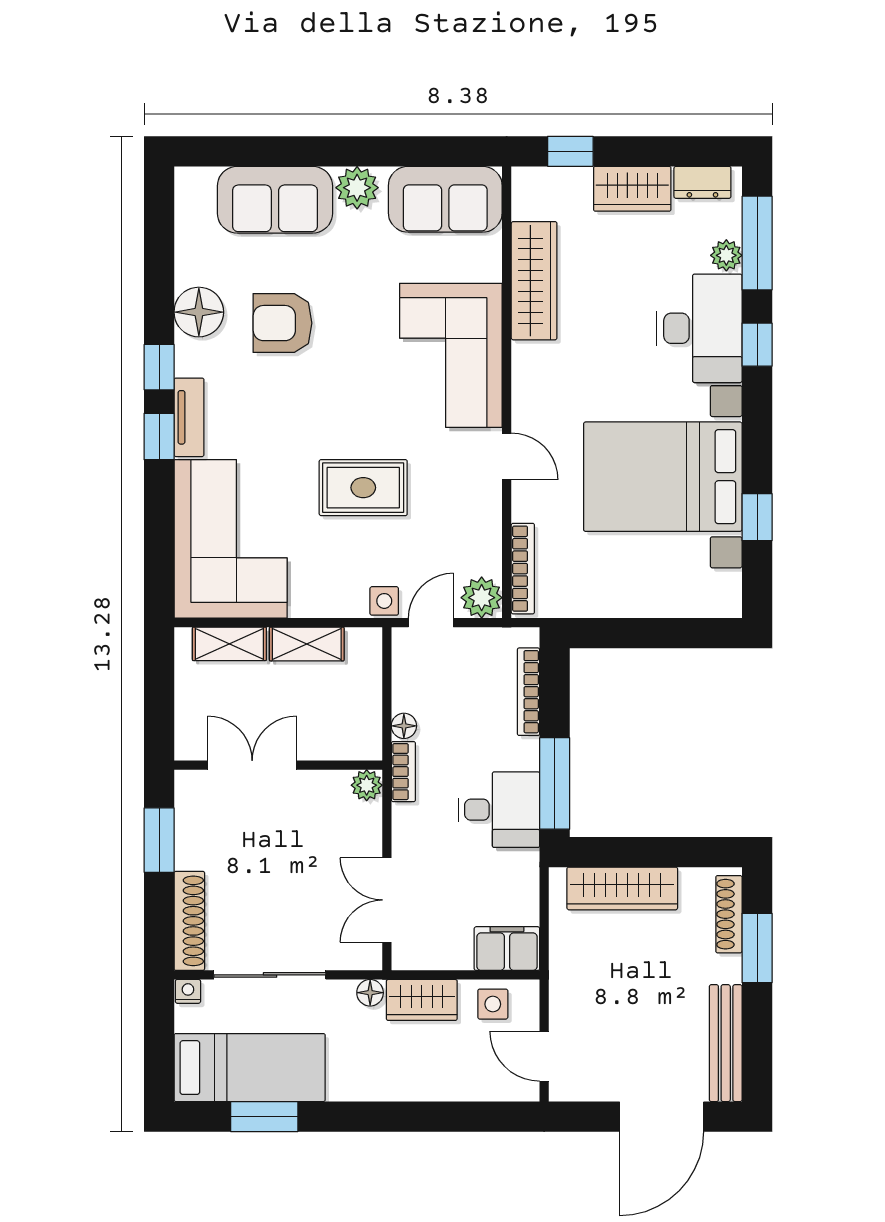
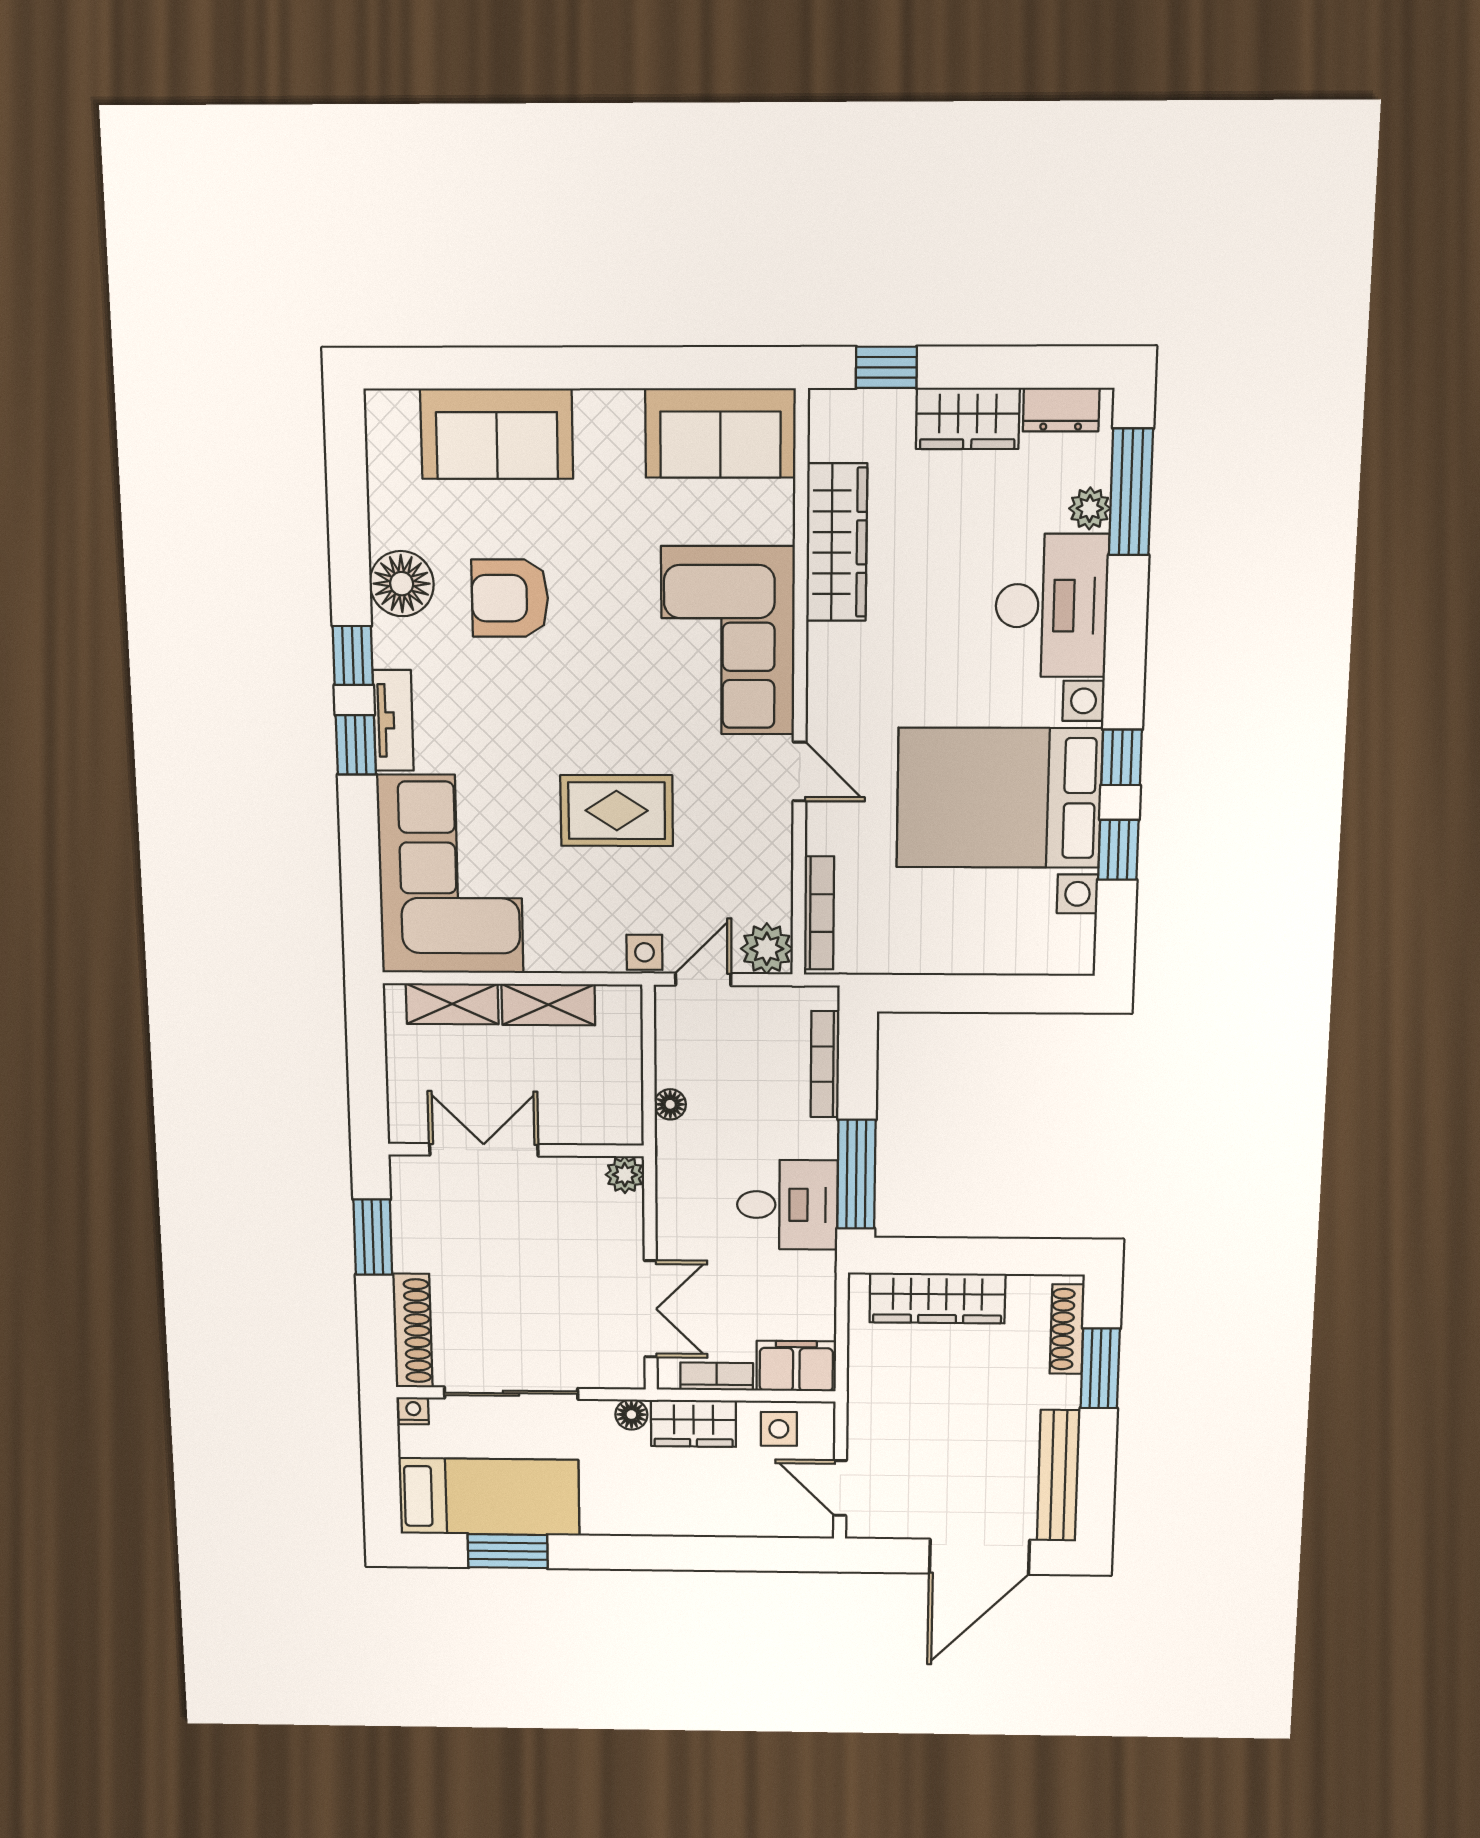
plant: (357, 188) -> (604, 417), removed
window: (757, 345) -> (1122, 757), moved
bookcase: (403, 772) -> (717, 1376), moved, turned -90
double door: (387, 900) -> (651, 1309), swing flipped

